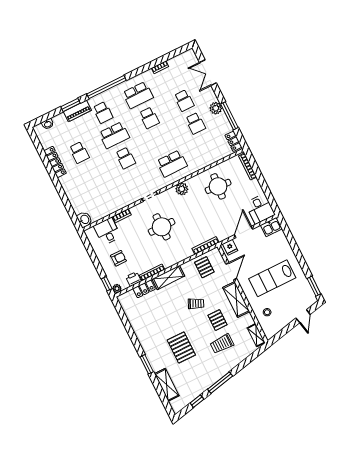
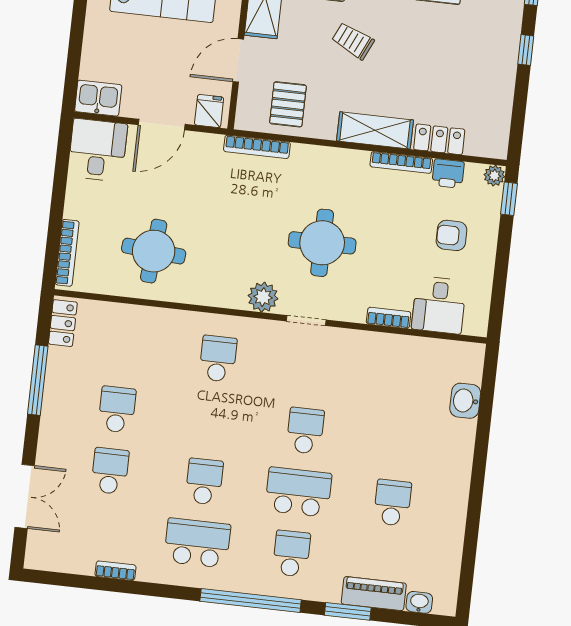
plant: (216, 108) -> (55, 414), removed
piano: (77, 111) -> (374, 594), moved
locker: (55, 162) -> (454, 515), removed
school desk: (172, 164) -> (218, 359), width x0.54
plant: (182, 189) -> (263, 297), moved
washbasin: (84, 220) -> (465, 401), moved
window: (134, 339) -> (526, 50), added

